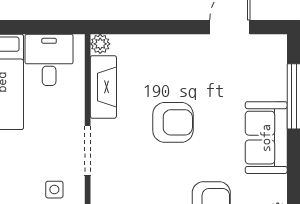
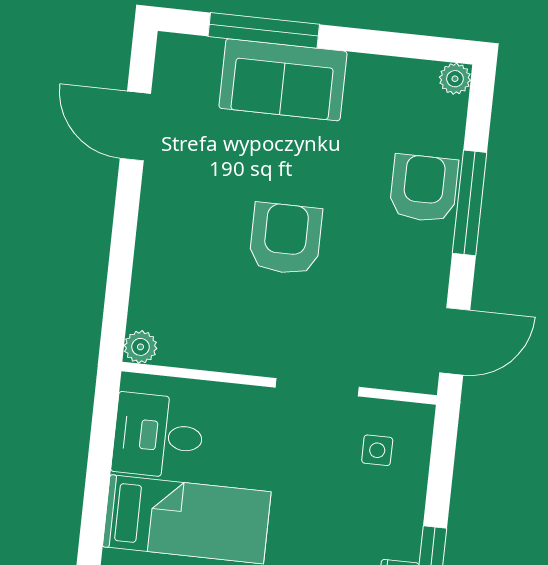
fireplace: (103, 87) -> (213, 349), removed
sofa: (266, 138) -> (283, 80), moved

